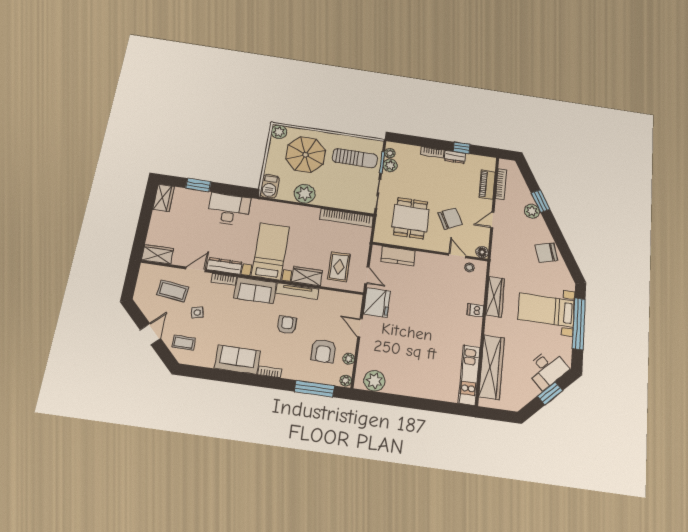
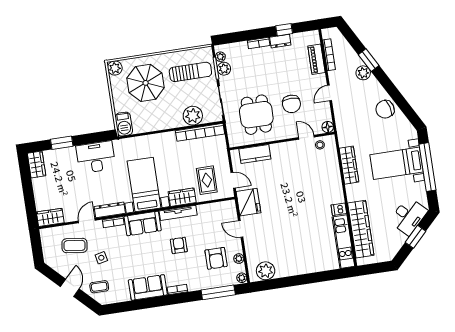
plant: (305, 194) -> (193, 116), moved
chair: (450, 219) -> (291, 104), turned 116
dishwasher: (475, 310) -> (339, 209), moved

